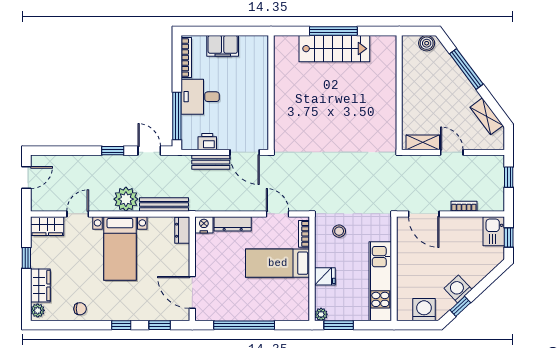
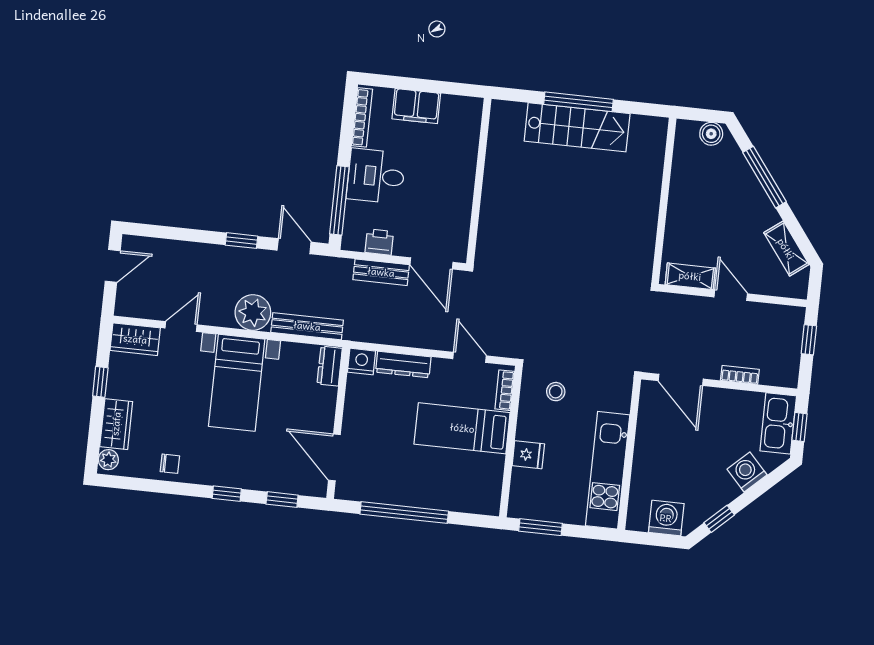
kitchen sink: (494, 231) -> (778, 423), width x1.38
washing machine: (458, 289) -> (747, 472), moved
plant: (321, 314) -> (517, 509), removed

